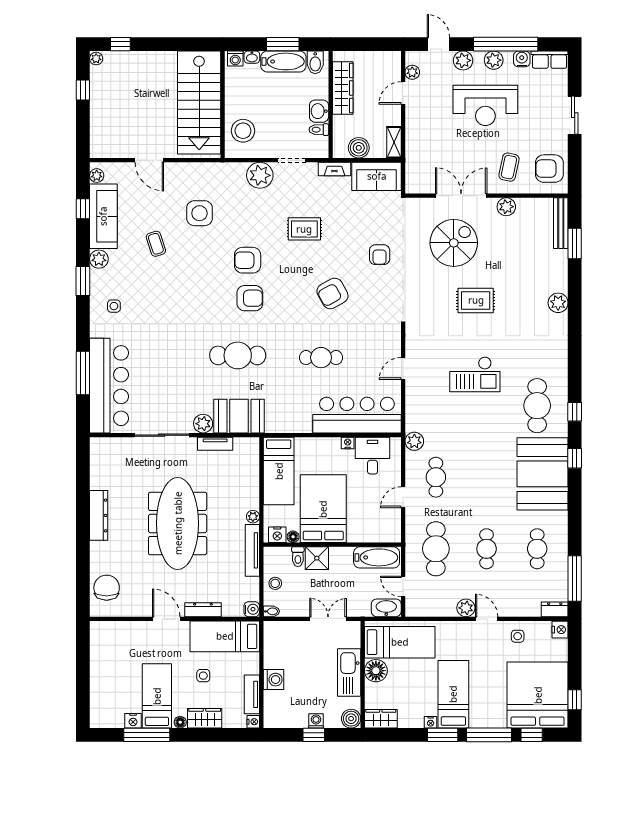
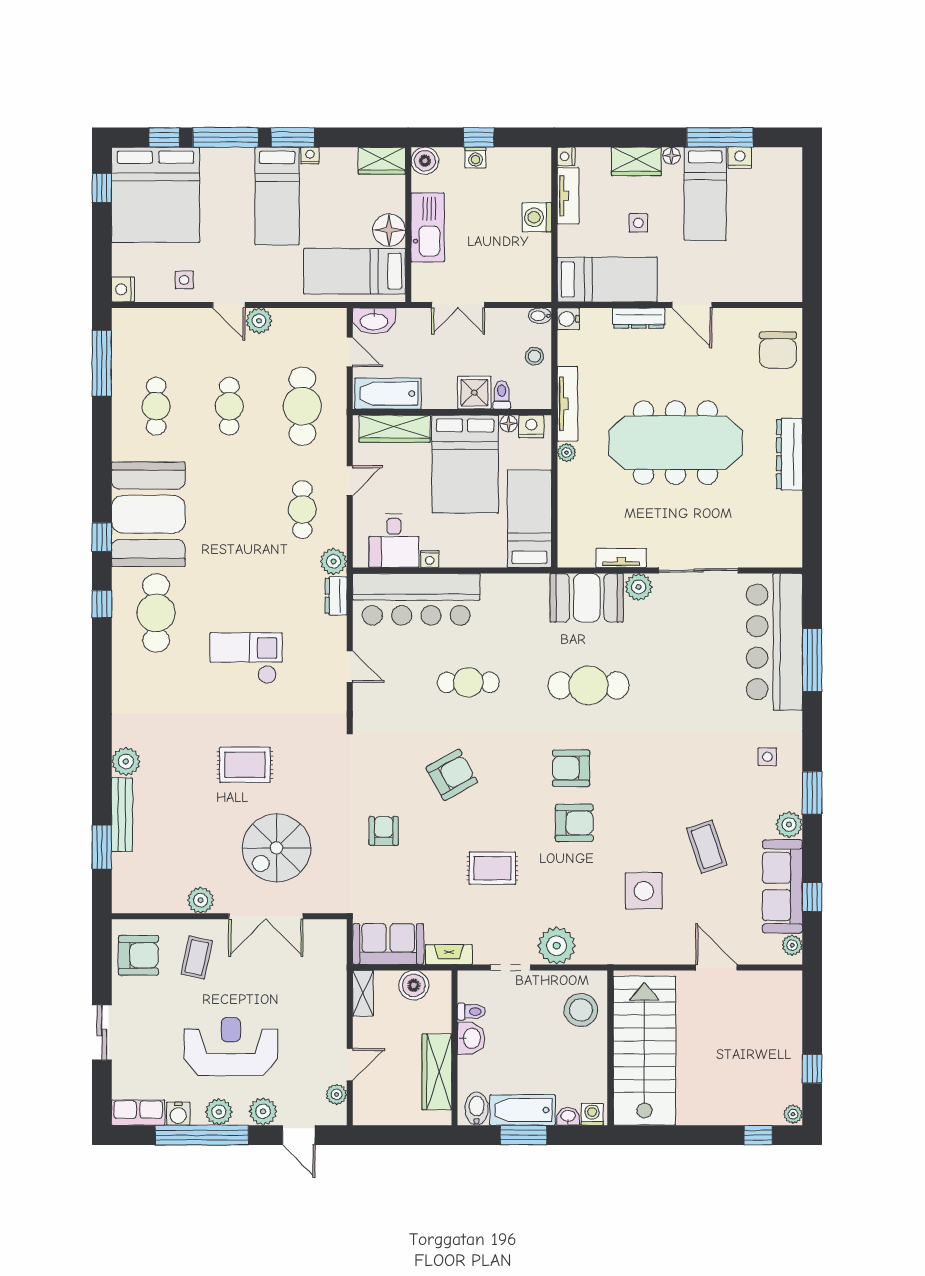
bench: (561, 223) -> (122, 815), moved
coffee table: (156, 244) -> (707, 847), width x1.36, depth x1.30
door: (403, 368) -> (350, 667), hinge flipped
meeting table: (178, 523) -> (675, 443), turned 90
wardrobe: (372, 533) -> (395, 429), added
dresser: (555, 609) -> (336, 596), moved, turned 90

